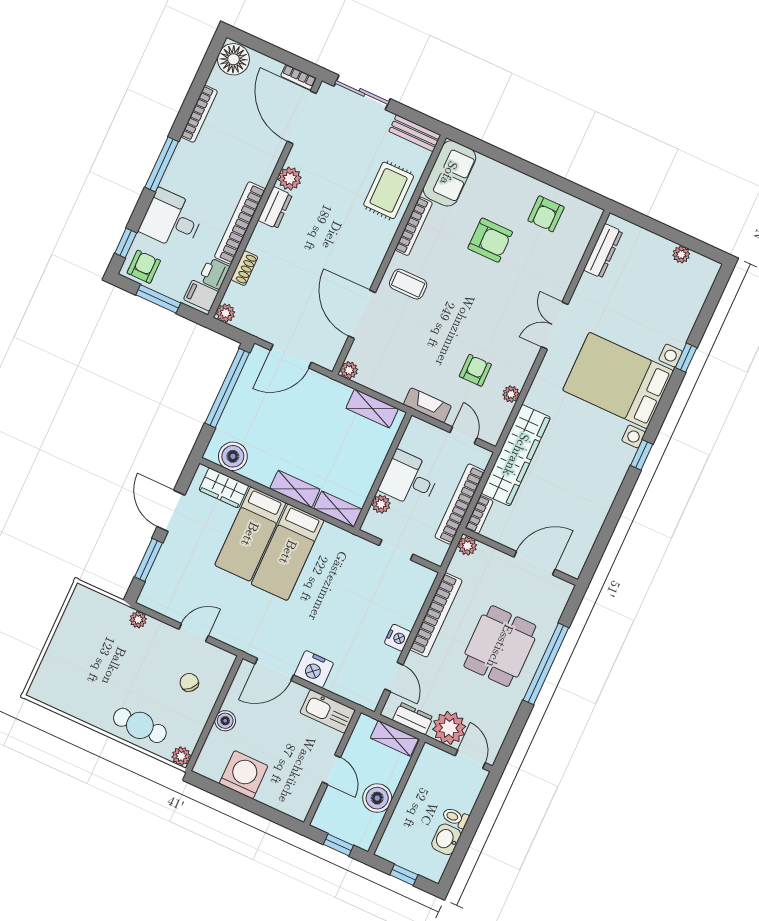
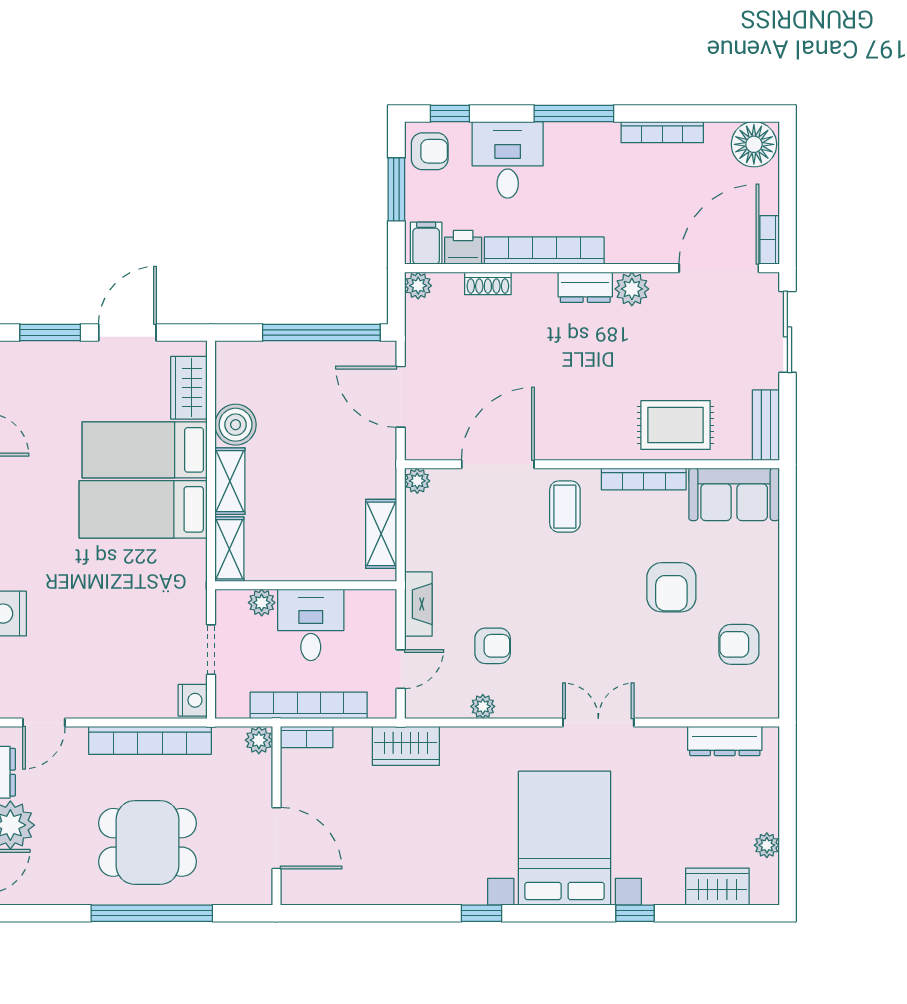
wardrobe: (693, 298) -> (717, 887), added
wardrobe: (516, 455) -> (406, 746), width x0.48, depth x0.85
boiler: (233, 456) -> (236, 425), moved
nightstand: (398, 638) -> (193, 700), moved, turned -90

